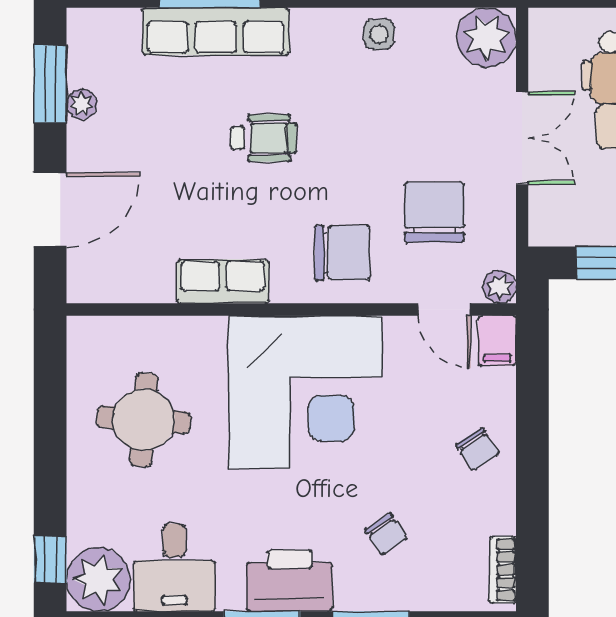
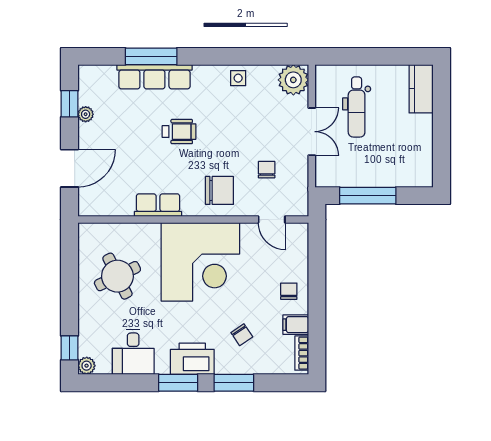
window: (50, 84) -> (69, 104), width x0.67
chair: (434, 212) -> (267, 170), width x0.54, depth x0.54
plant: (500, 287) -> (300, 208), removed
filing cabinet: (497, 341) -> (296, 325), moved, turned 90
round table: (144, 420) -> (117, 276), turned -30
chair: (478, 449) -> (289, 291), turned -147
plant: (98, 579) -> (87, 366), width x0.53, depth x0.53

